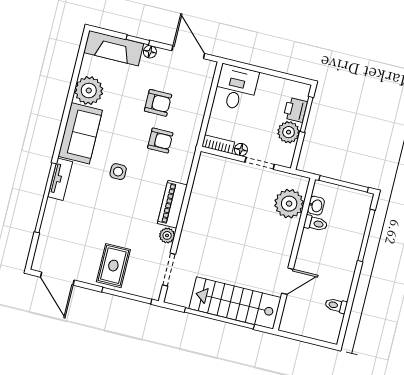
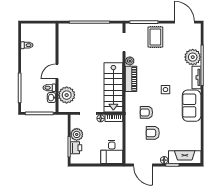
plant: (89, 91) -> (193, 57), moved
door: (287, 281) -> (57, 72), moved
stairs: (235, 303) -> (113, 87), moved, turned 90

